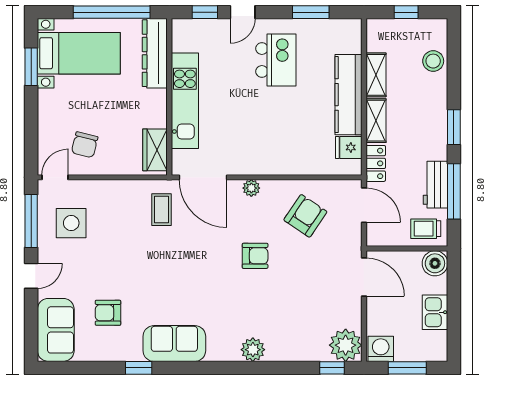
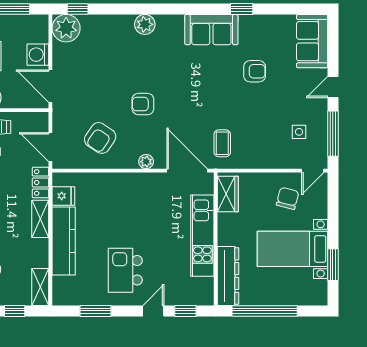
bed with nightstands: (79, 53) -> (293, 249), moved
shelving: (376, 75) -> (40, 287), moved
side table: (71, 223) -> (299, 132), width x0.54, depth x0.54
armchair: (108, 313) -> (255, 71), moved
washing machine: (381, 349) -> (38, 55), moved, turned 90

